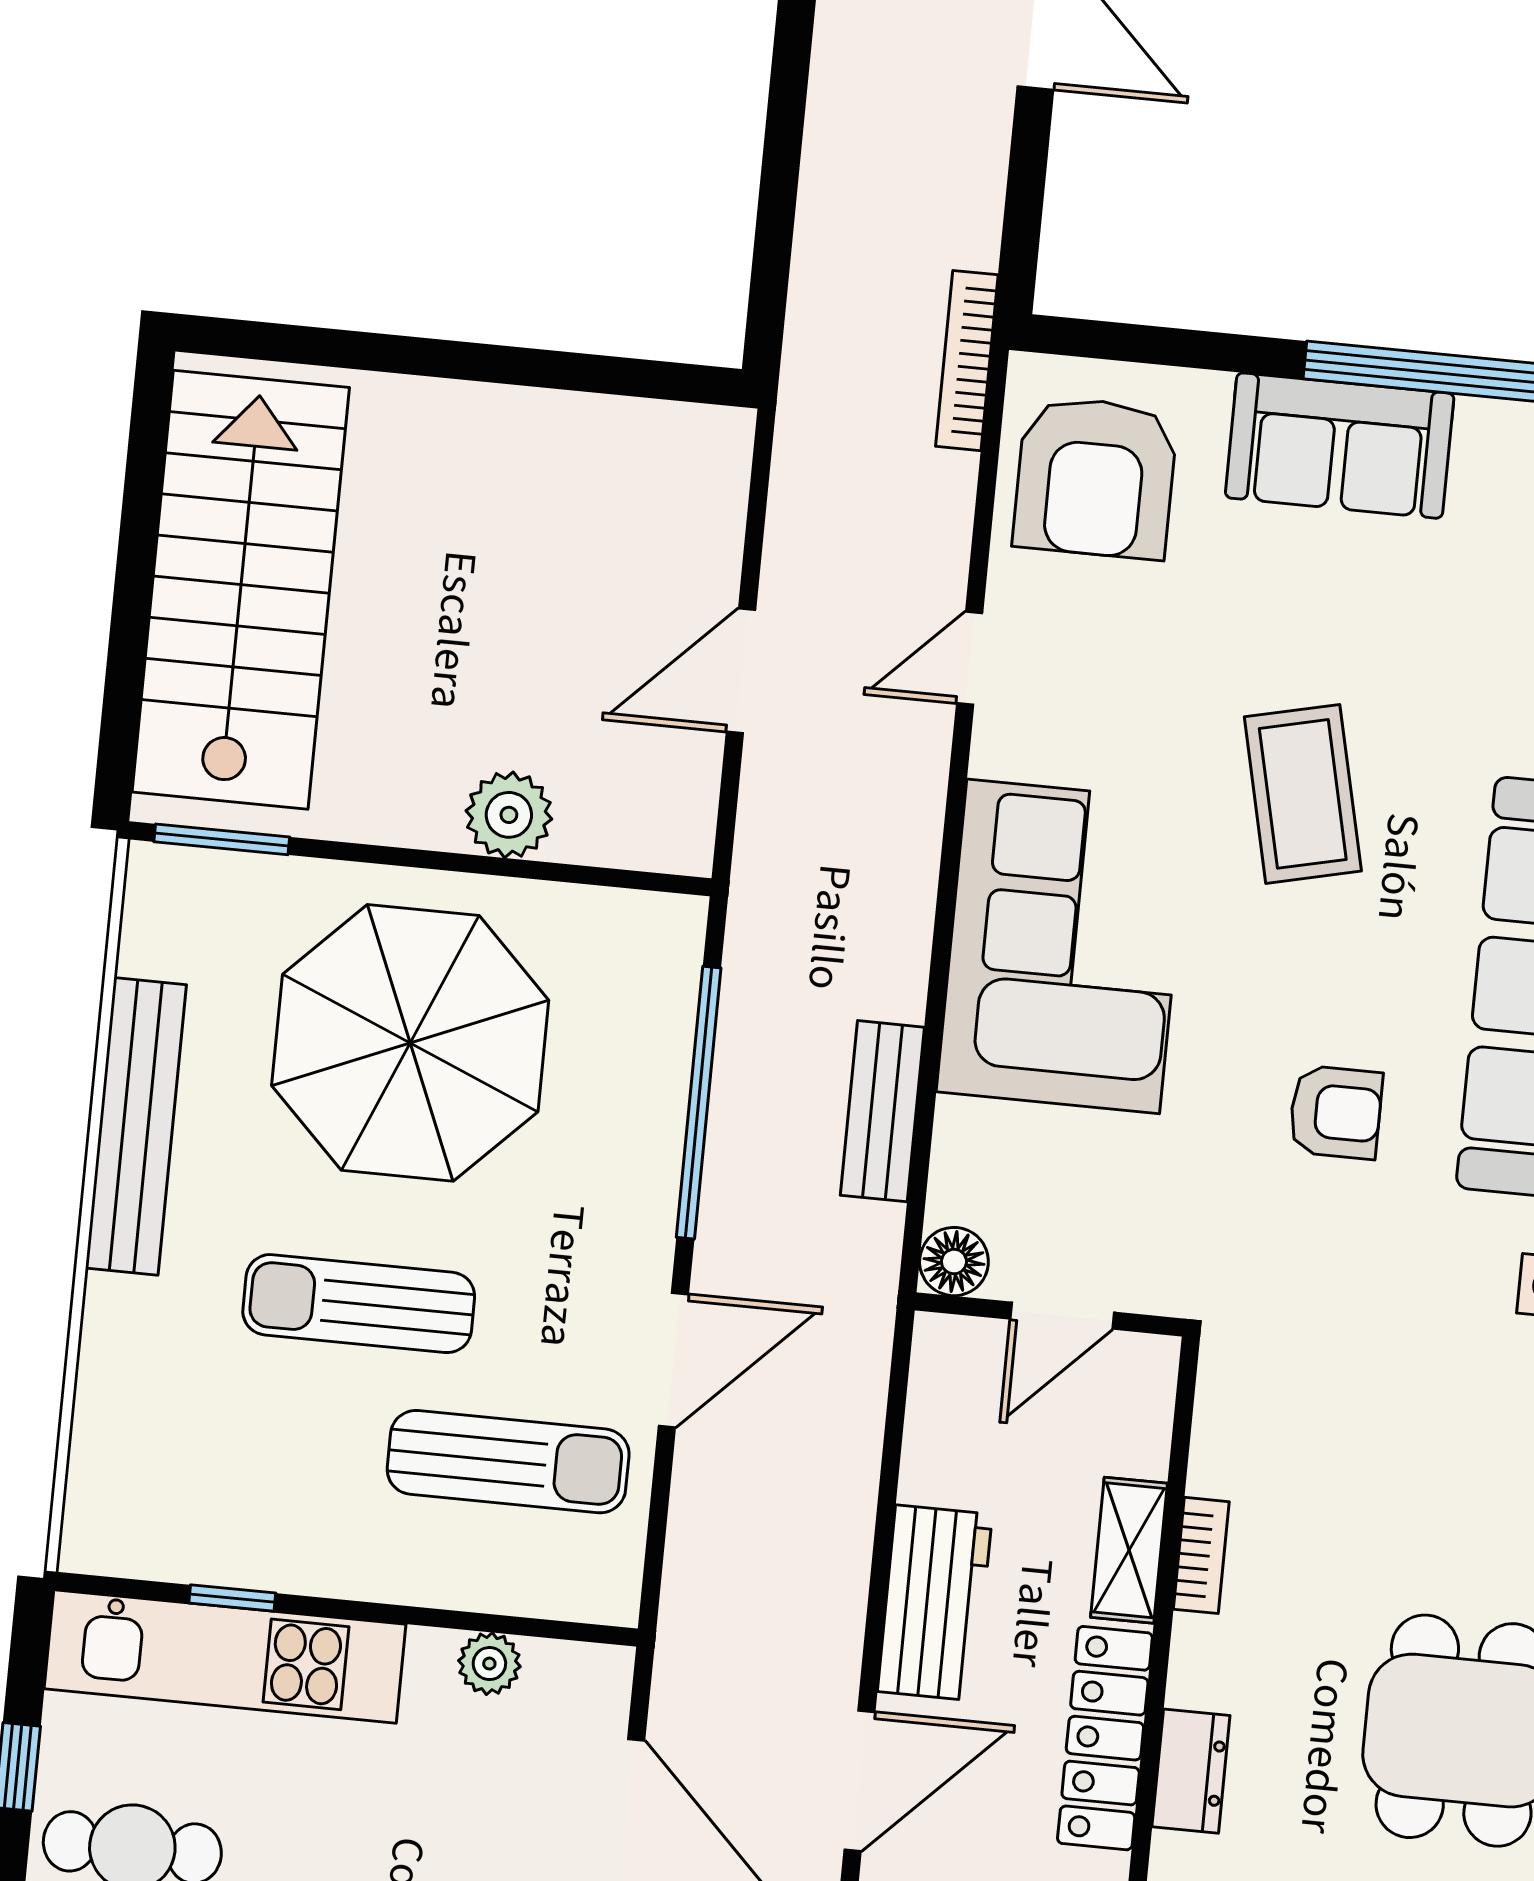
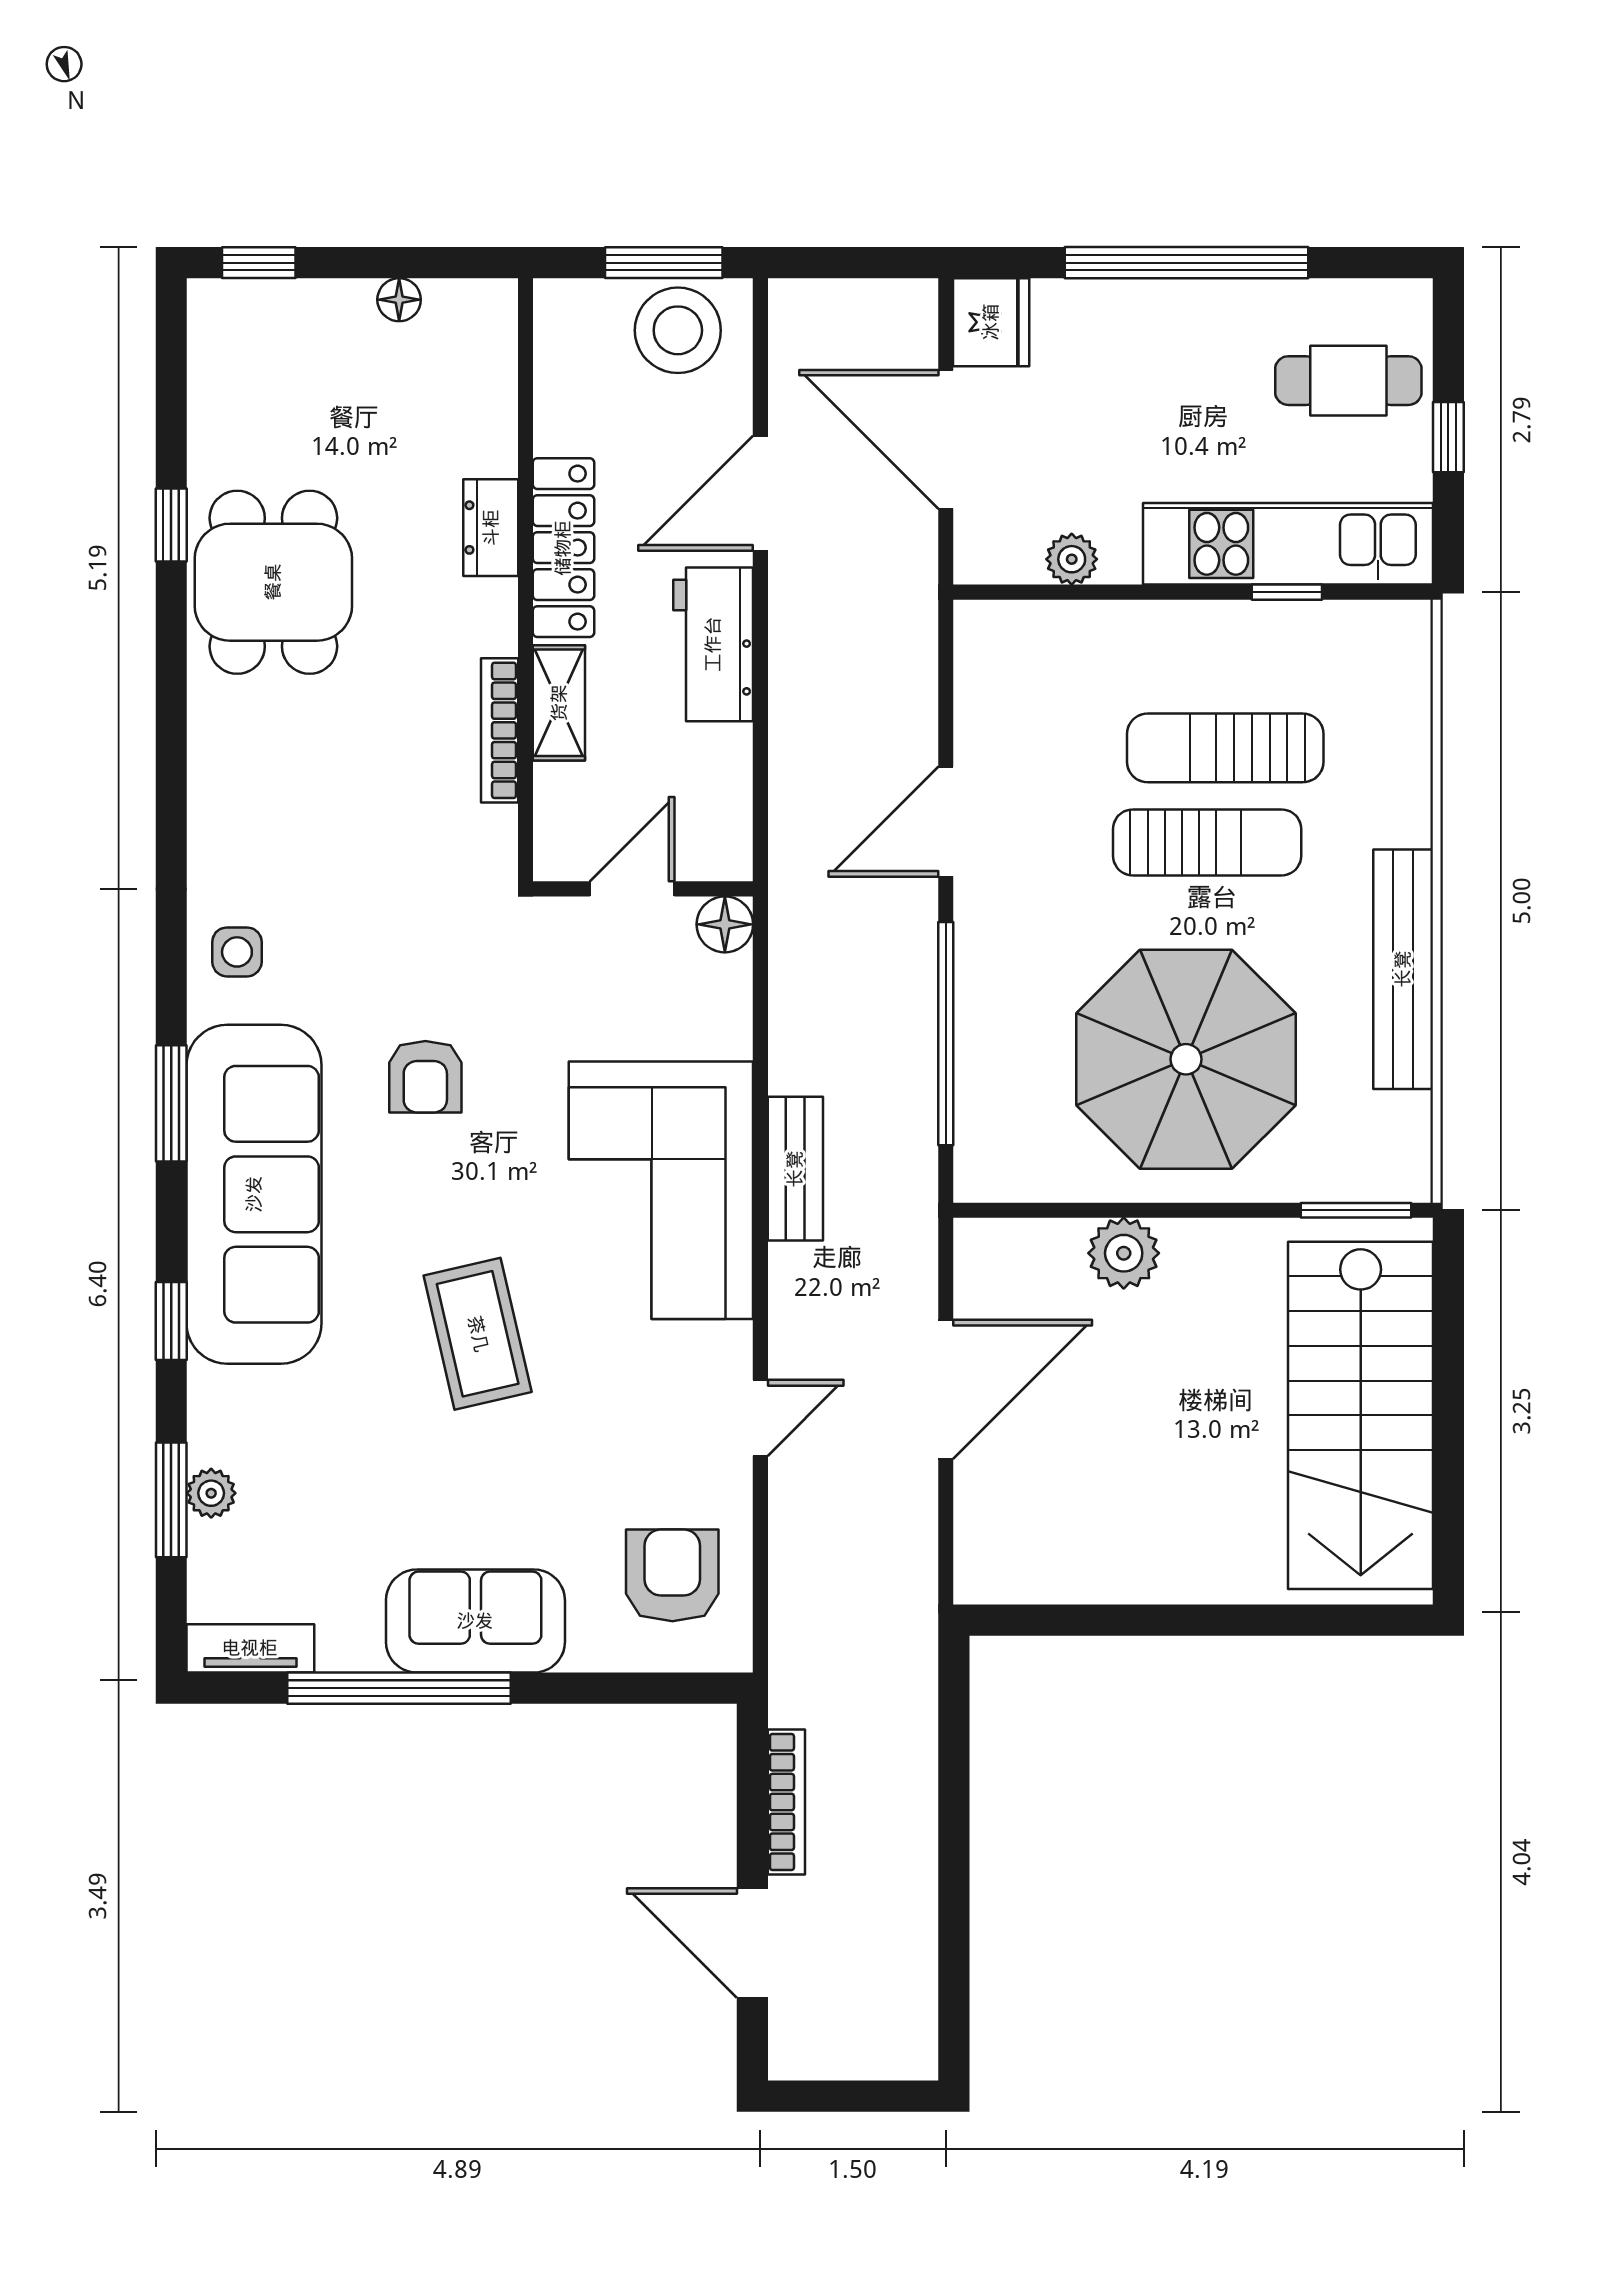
bookcase: (967, 361) -> (786, 1802), moved
armchair: (1095, 478) -> (672, 1575), width x0.73, depth x0.73
door: (741, 671) -> (946, 1389), width x1.36
bench: (882, 1111) -> (795, 1169), moved
armchair: (1336, 1112) -> (425, 1077), turned -90
sun lounger: (508, 1462) -> (1225, 748), moved
bookcase: (1201, 1555) -> (500, 730), width x1.56

